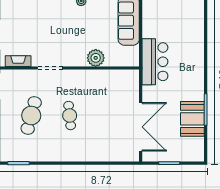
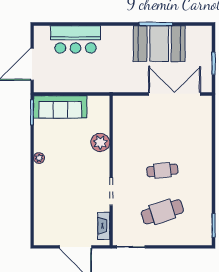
bar counter: (155, 62) -> (76, 39), moved, turned 180
cafe table: (31, 116) -> (162, 212), turned -33
booth: (192, 119) -> (159, 44), width x1.36, depth x1.42

